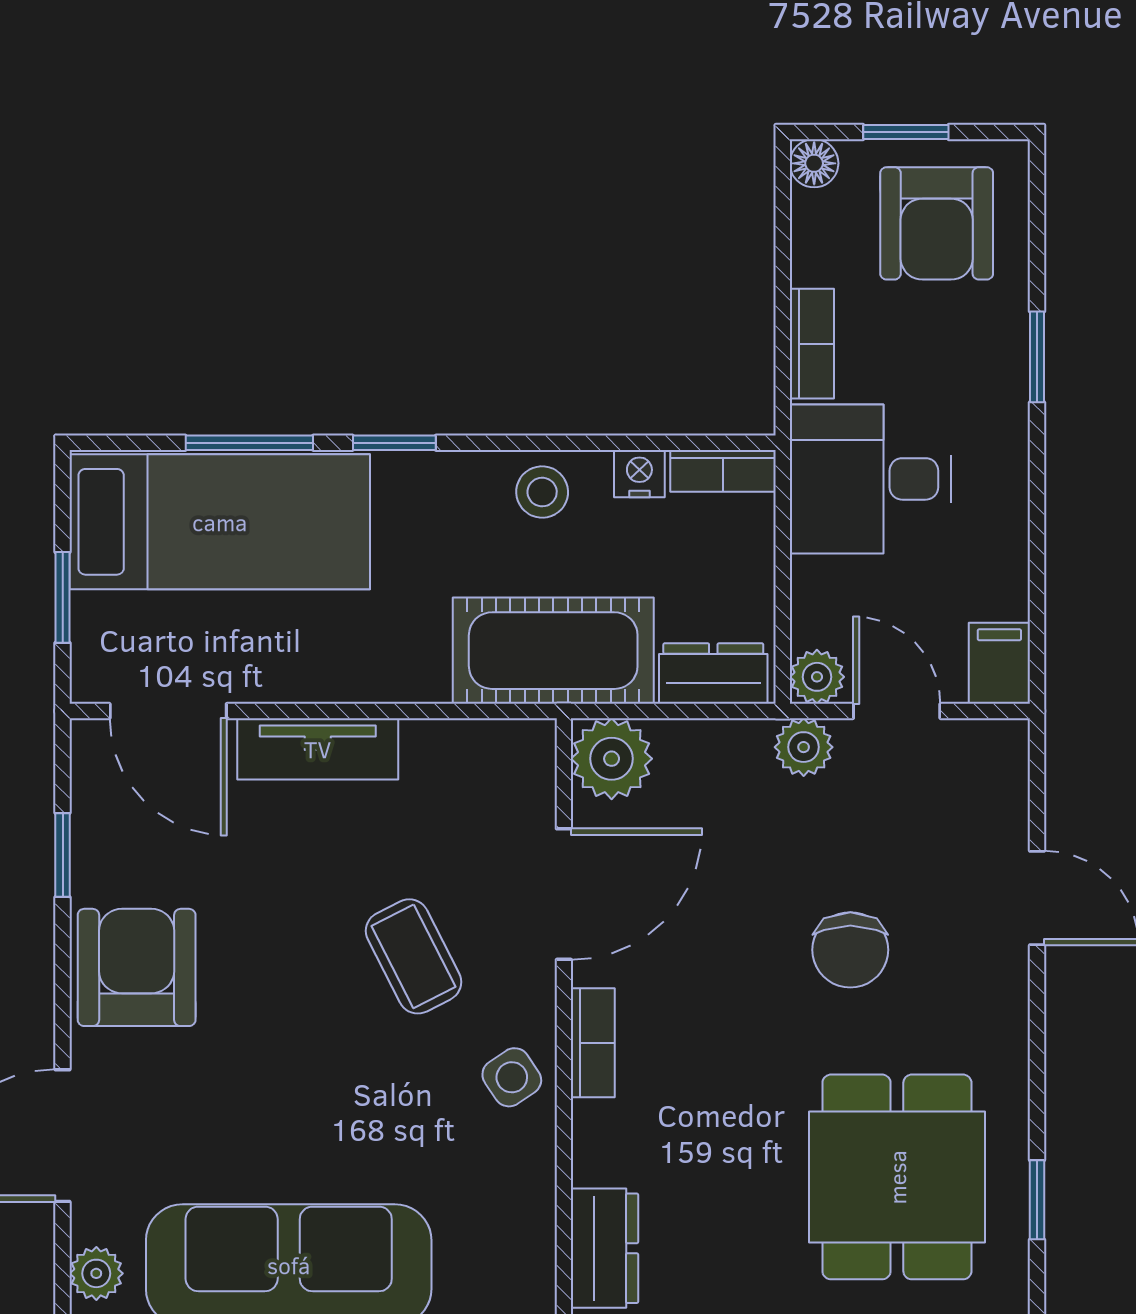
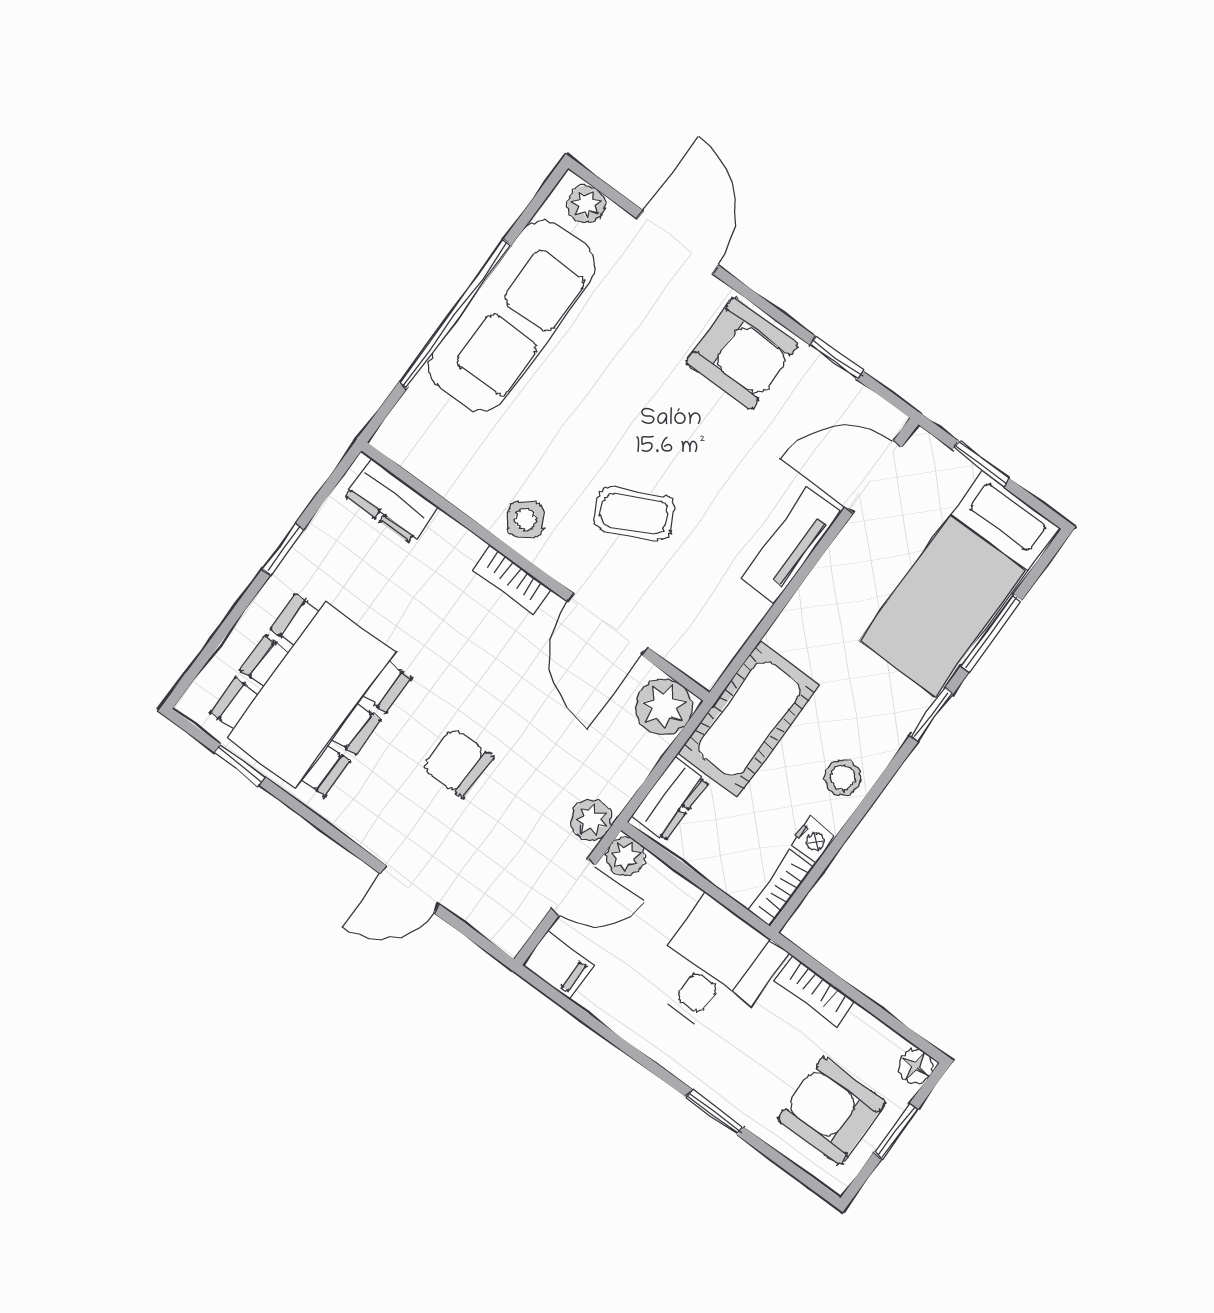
dining table: (897, 1177) -> (311, 695), width x1.37

